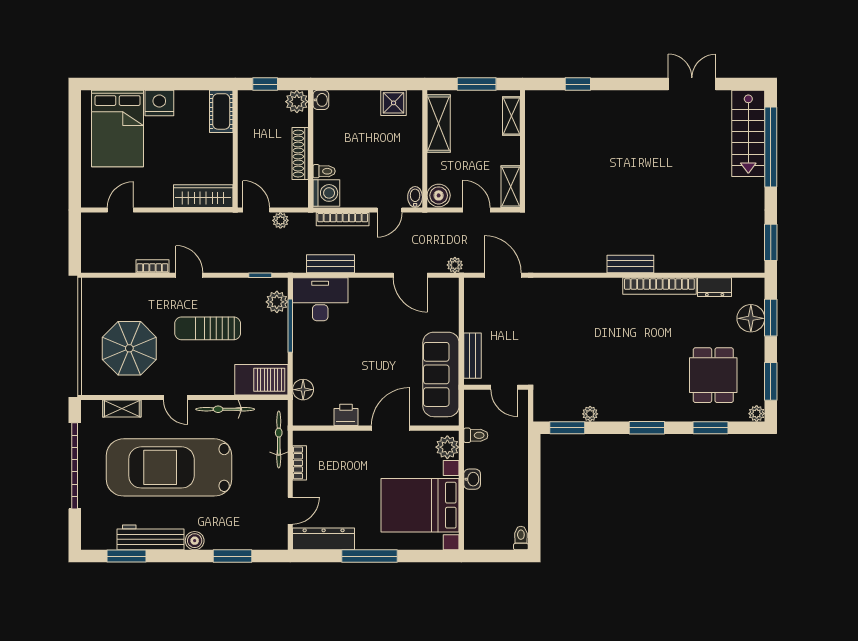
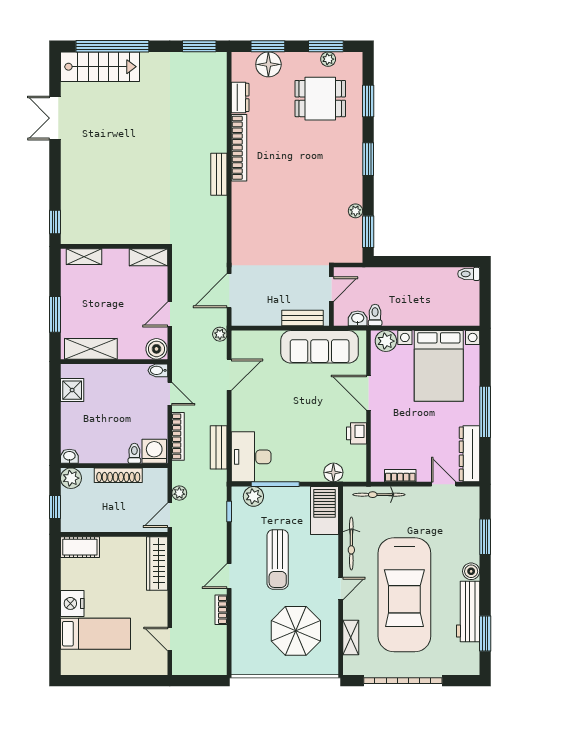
shelving: (511, 116) -> (84, 257), moved
bed: (118, 129) -> (95, 634), width x0.67
wall: (523, 149) -> (114, 246), moved
shelving: (511, 187) -> (148, 257), moved
plant: (757, 414) -> (328, 59), moved
washbasin: (472, 479) -> (358, 318), moved

